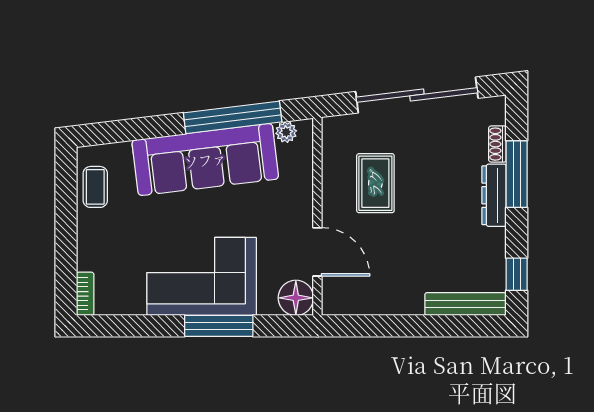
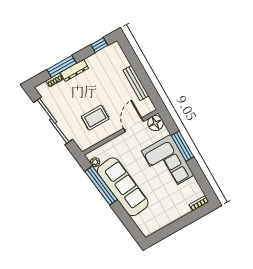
coffee table: (95, 187) -> (157, 222), removed
bench: (465, 304) -> (136, 83), moved

